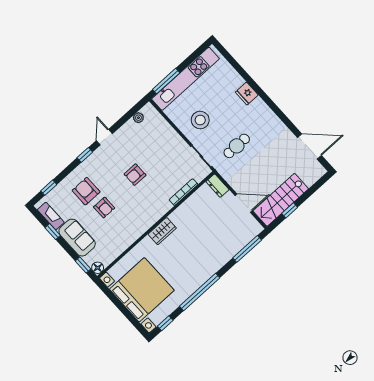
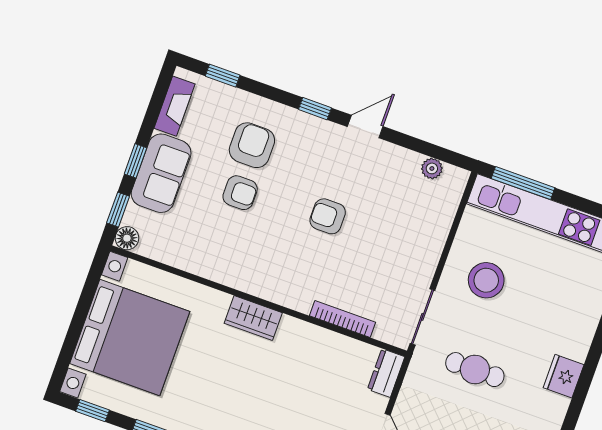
fridge: (247, 94) -> (564, 376), moved
armchair: (104, 207) -> (240, 193), turned -90
window: (53, 232) -> (135, 161), moved

